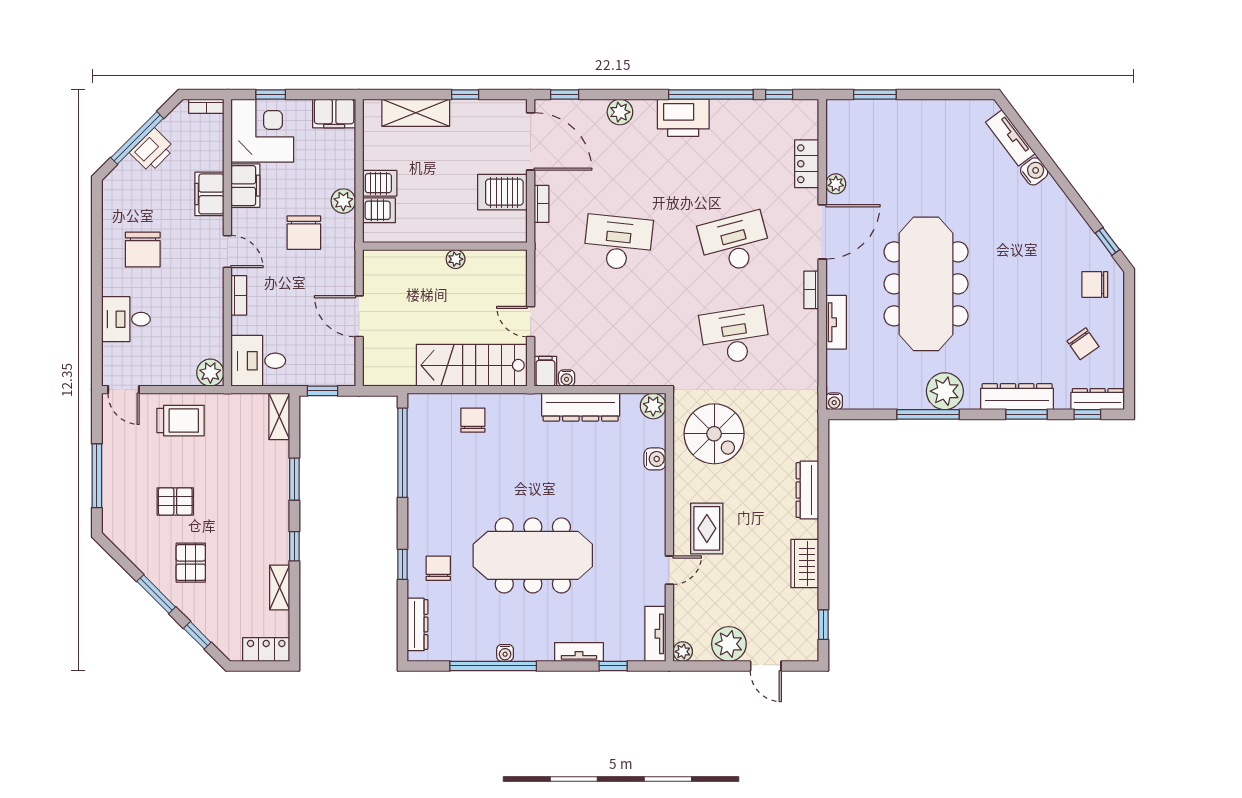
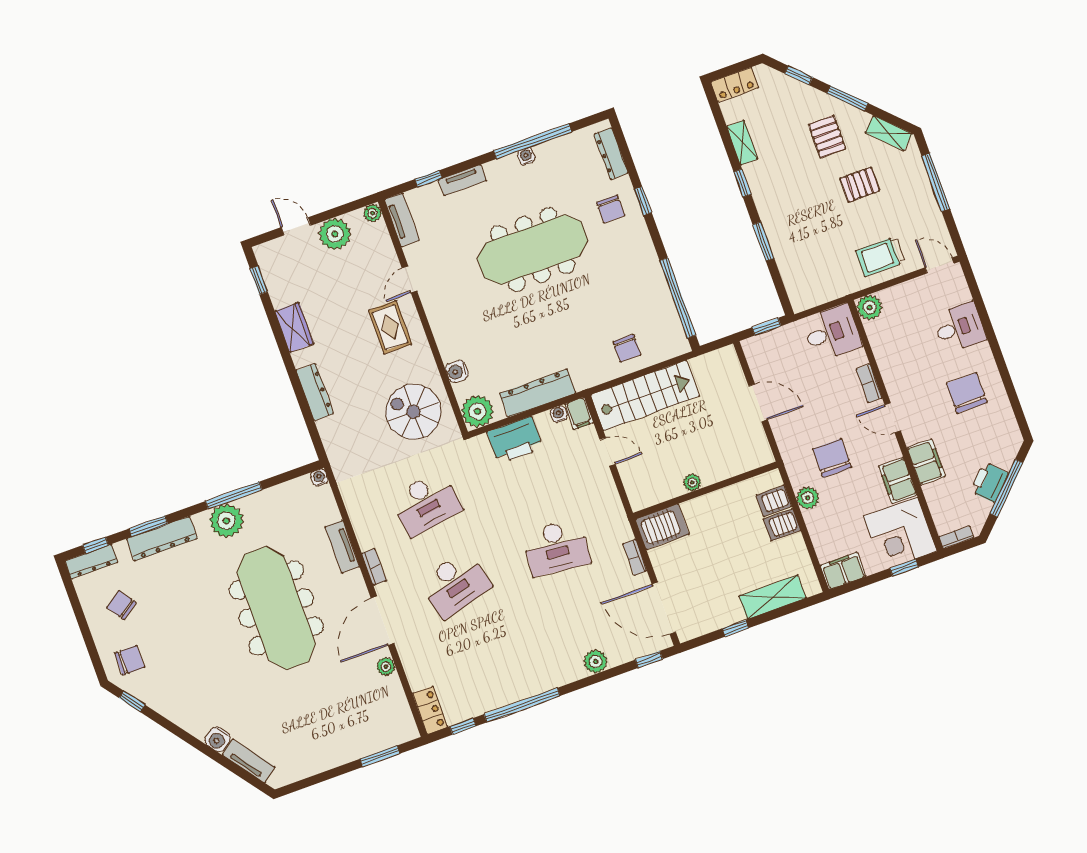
printer: (683, 118) -> (515, 440), moved, turned 180
locker: (807, 164) -> (430, 710), moved
server rack: (502, 192) -> (662, 527), moved
plant: (653, 406) -> (478, 411), width x1.36, depth x1.36
shelving: (279, 416) -> (889, 133), moved, turned -45

